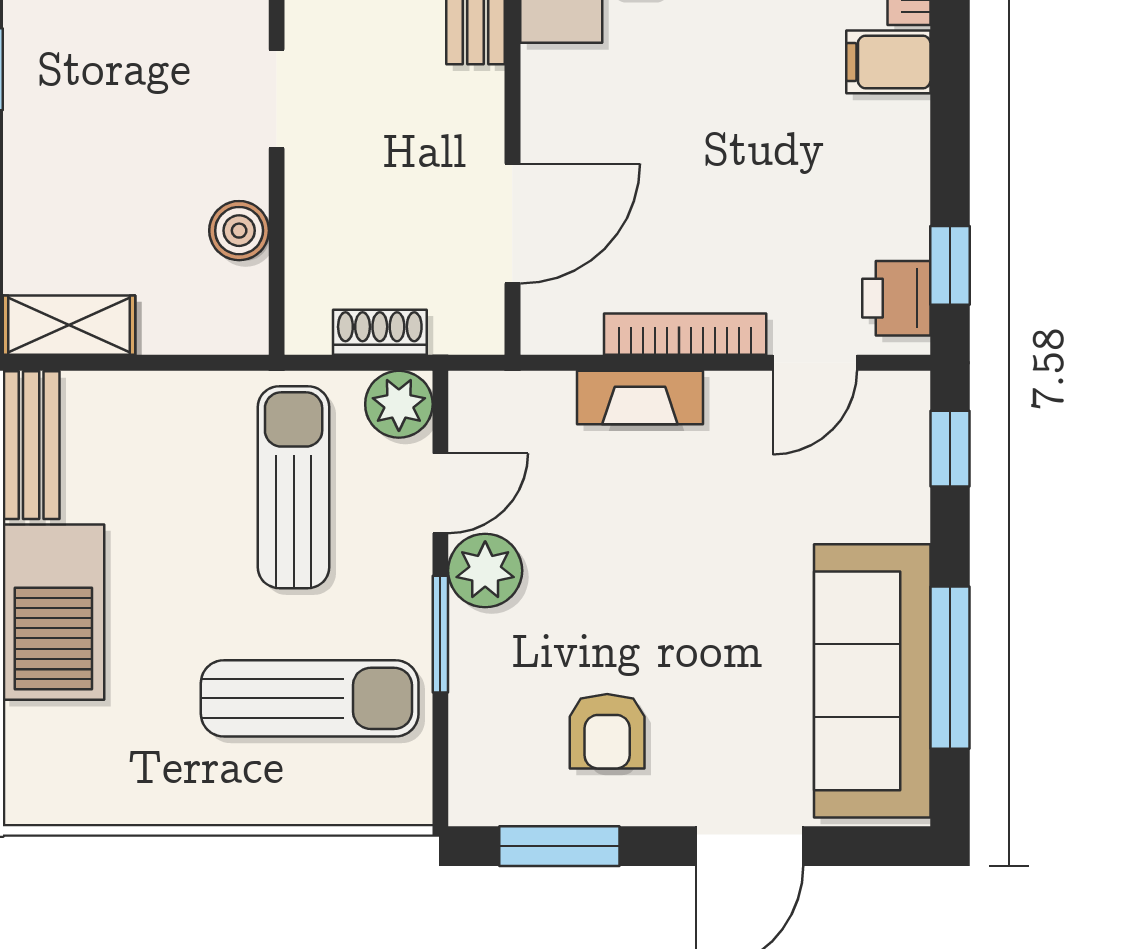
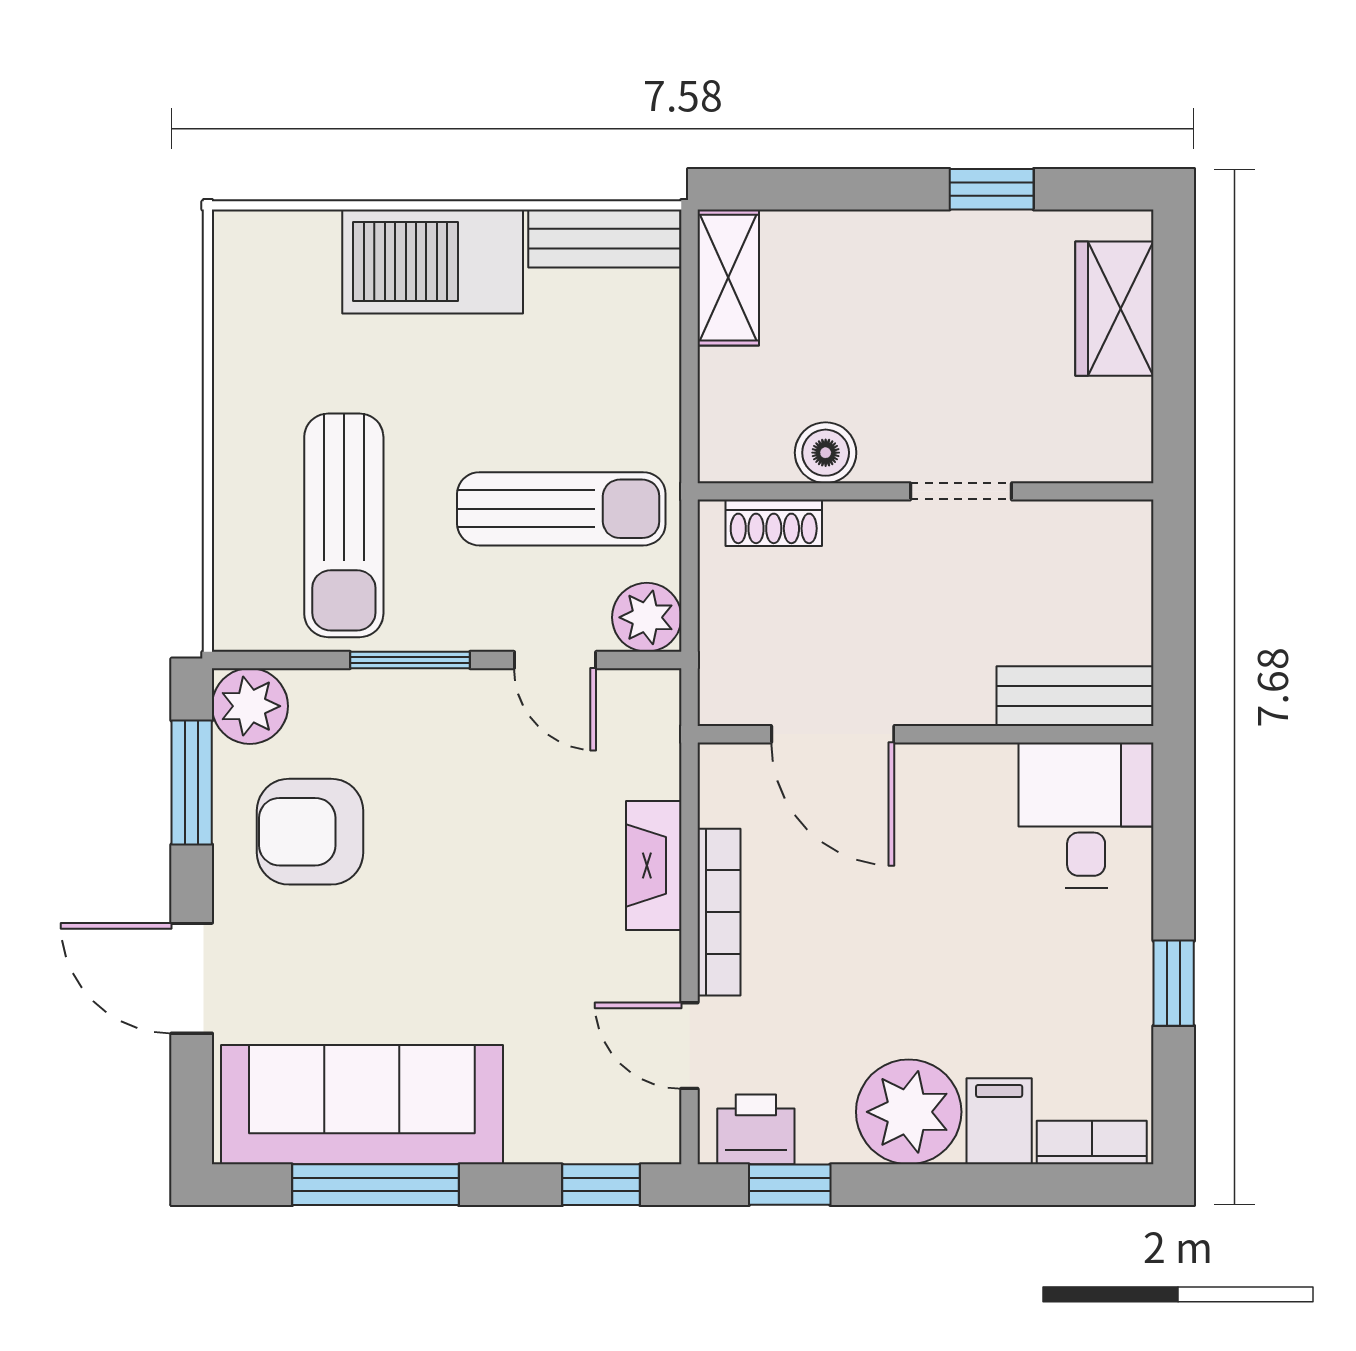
plant: (879, 150) -> (909, 1112), added
shoe rack: (380, 332) -> (774, 523), moved, turned 90
plant: (485, 571) -> (250, 706), moved
armchair: (607, 731) -> (310, 832), width x1.38, depth x1.38

